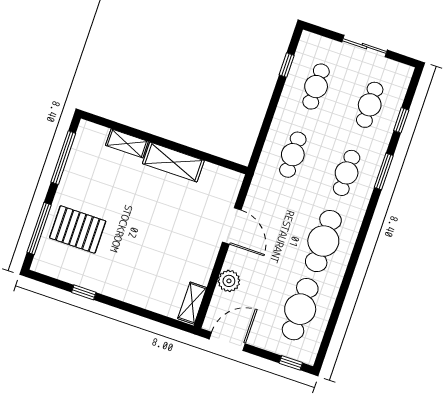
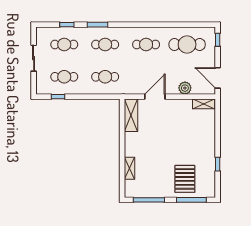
shelving: (173, 162) -> (131, 115), moved
cafe table: (323, 241) -> (146, 44), width x0.73, depth x0.74

